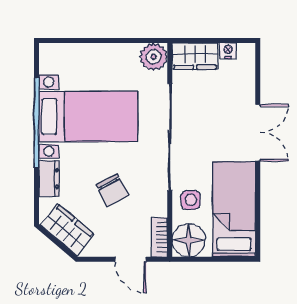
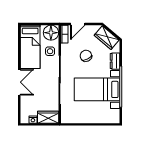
plant: (153, 57) -> (67, 117), removed
double door: (258, 133) -> (19, 82), swing flipped
door: (130, 259) -> (78, 24), swing flipped

